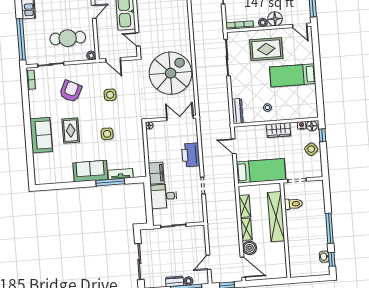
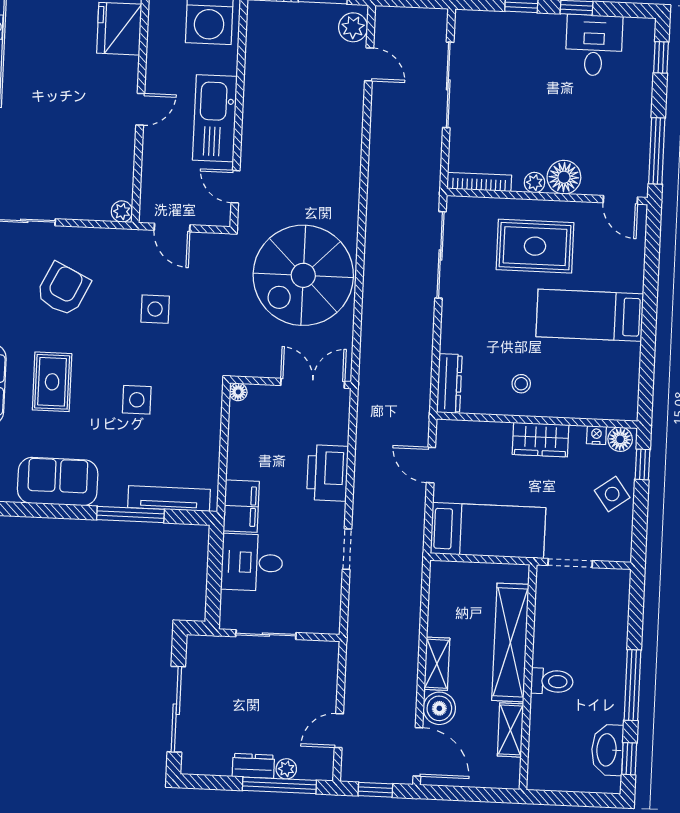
cafe table: (68, 38) -> (71, 164), removed
spiral stairs: (171, 73) -> (303, 275), turned 180
sofa: (90, 171) -> (58, 482), moved
tv unit: (121, 174) -> (169, 499), width x1.41
toilet: (293, 204) -> (552, 681), moved
shelving: (245, 206) -> (510, 730), moved
washbasin: (324, 257) -> (607, 750), width x1.91, depth x1.45

